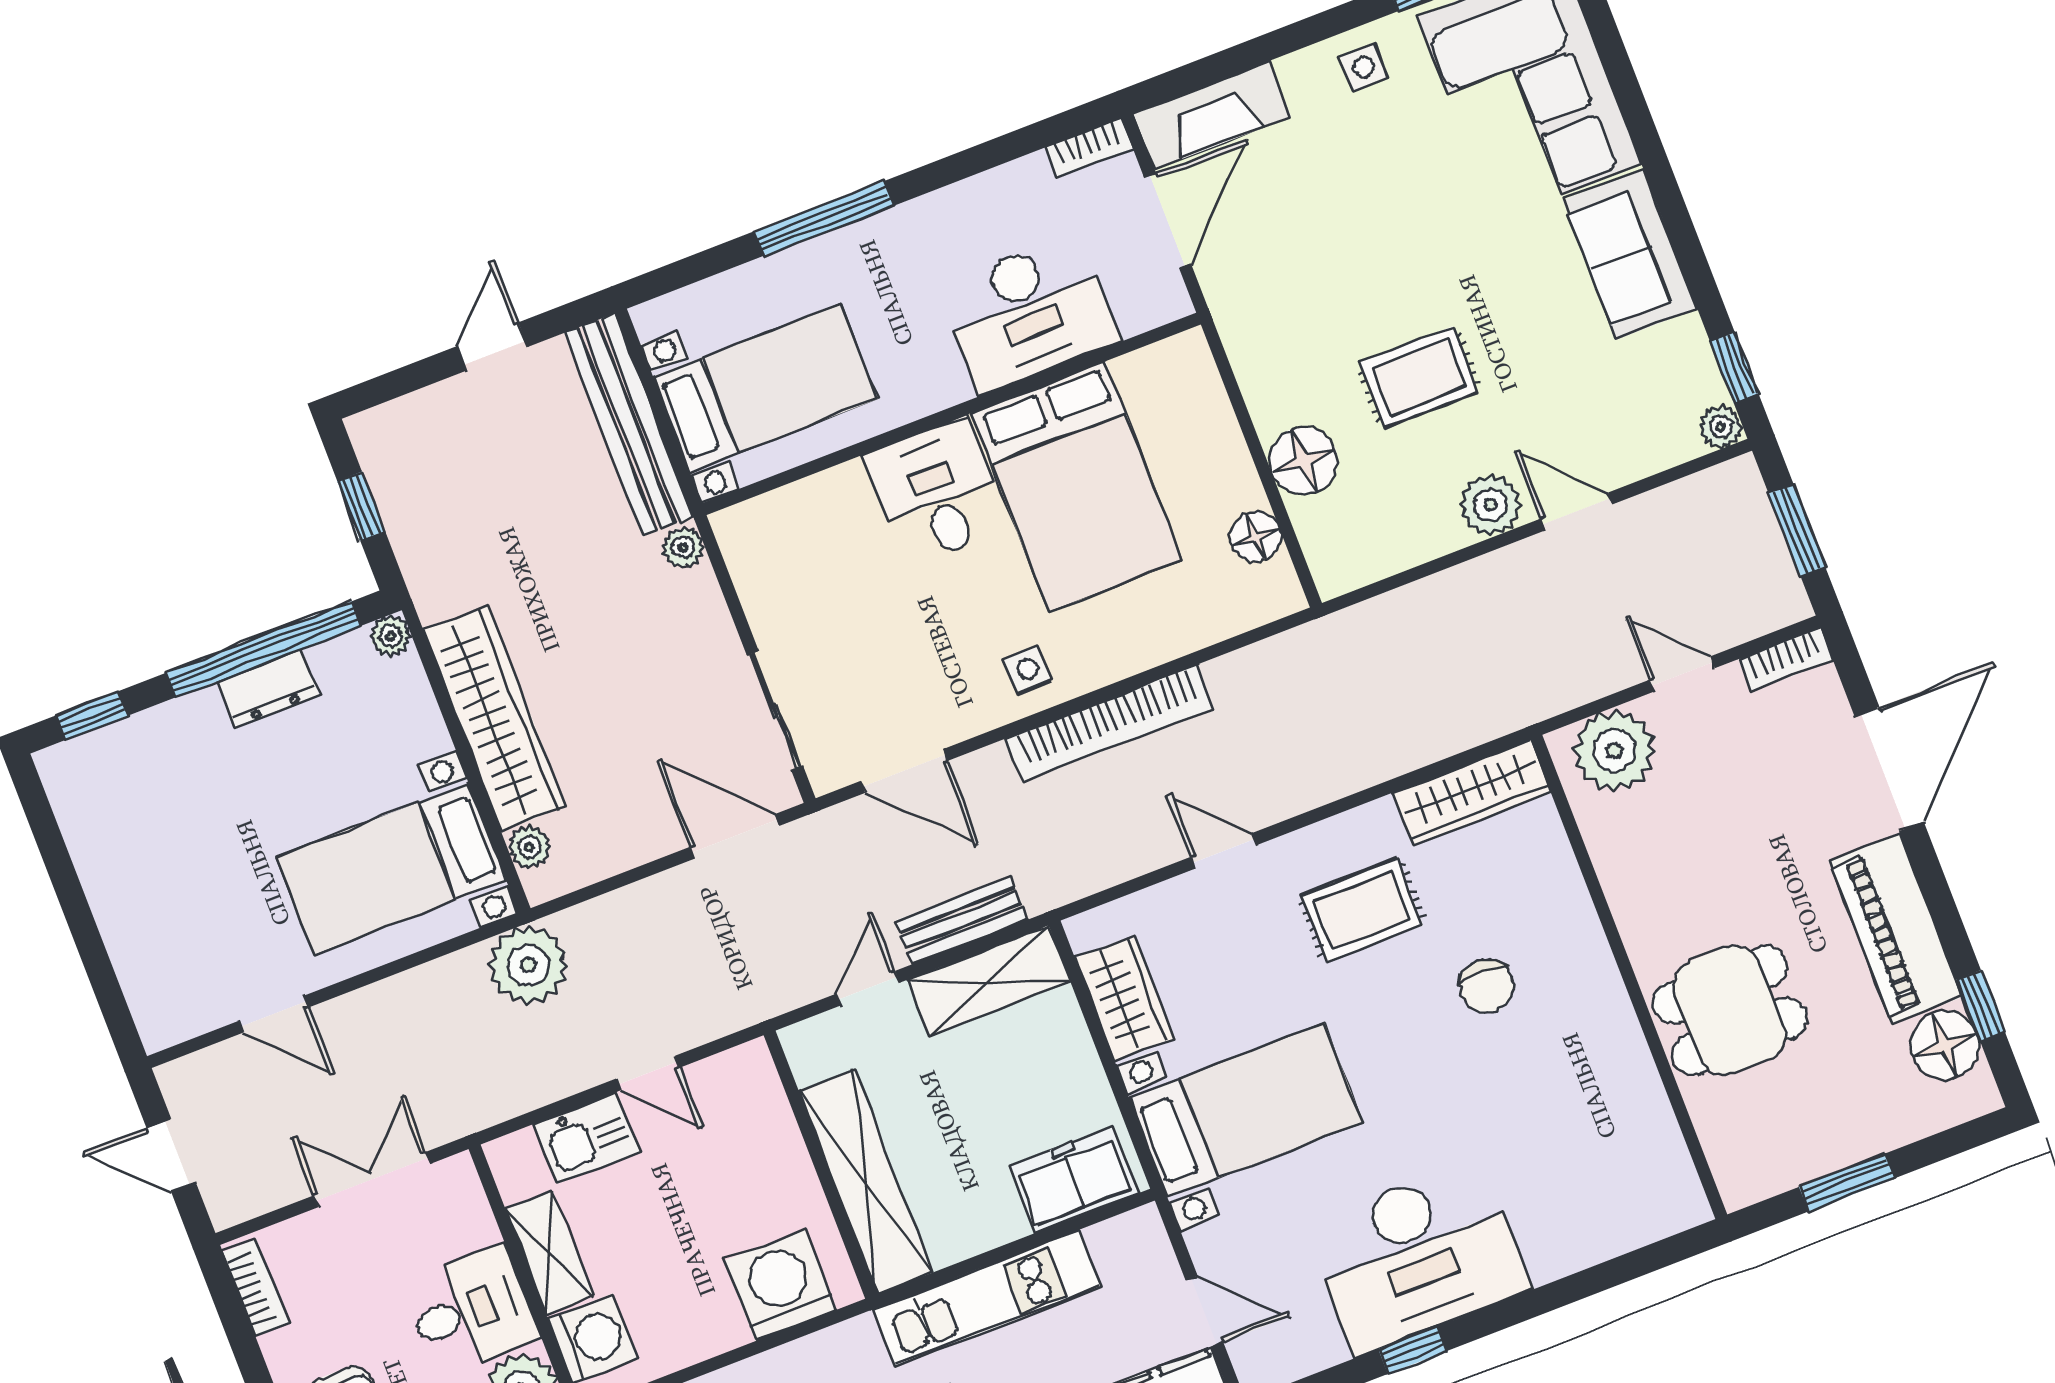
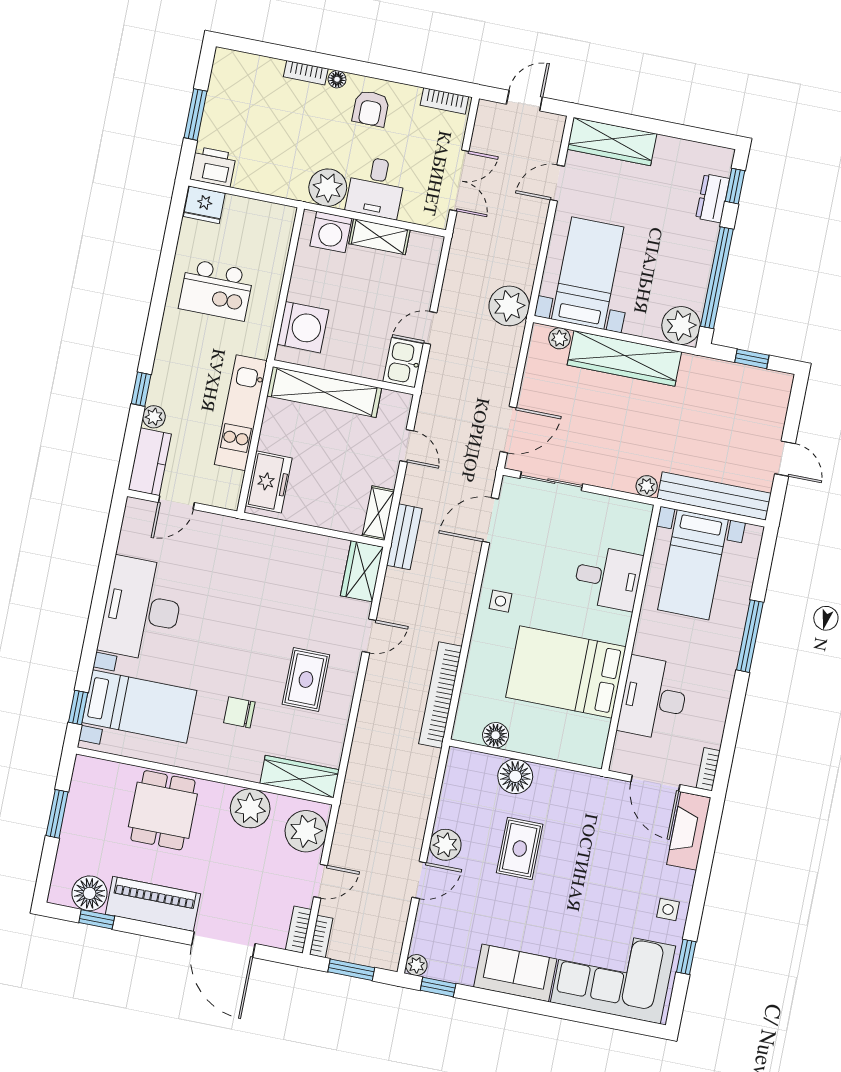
desk: (937, 492) -> (608, 578), moved
bookcase: (1773, 615) -> (321, 936), added
plant: (390, 636) -> (681, 326), width x1.88, depth x1.88
dresser: (268, 689) -> (713, 198), moved
bookcase: (1110, 723) -> (440, 695), moved
wardrobe: (1472, 793) -> (300, 777), moved, turned 90
plant: (1635, 868) -> (250, 808), added
bench: (961, 920) -> (404, 537), moved
wardrobe: (147, 967) -> (612, 141), added
shelving: (989, 981) -> (378, 513), width x0.67, depth x0.75
wardrobe: (1125, 998) -> (362, 571), moved, turned 90
bed with nightstands: (1246, 1110) -> (139, 706), moved, turned -90
kitchen sink: (587, 1138) -> (403, 363), moved
window: (1413, 1350) -> (78, 707), moved

